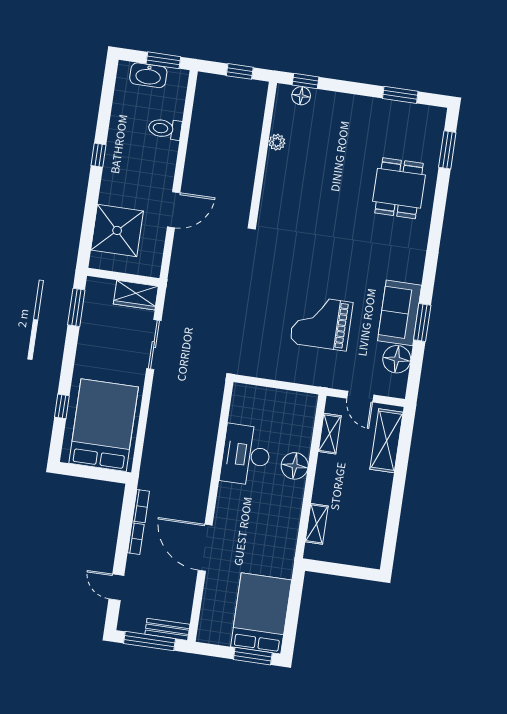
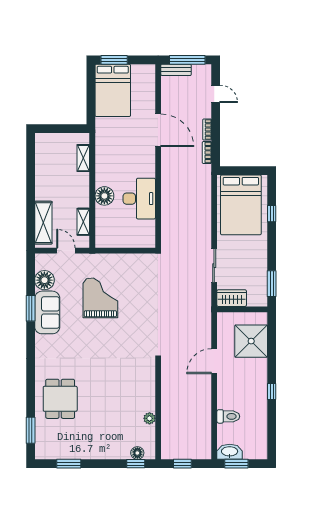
washbasin: (148, 75) -> (230, 452), moved
grand piano: (321, 323) -> (100, 298), turned -90

